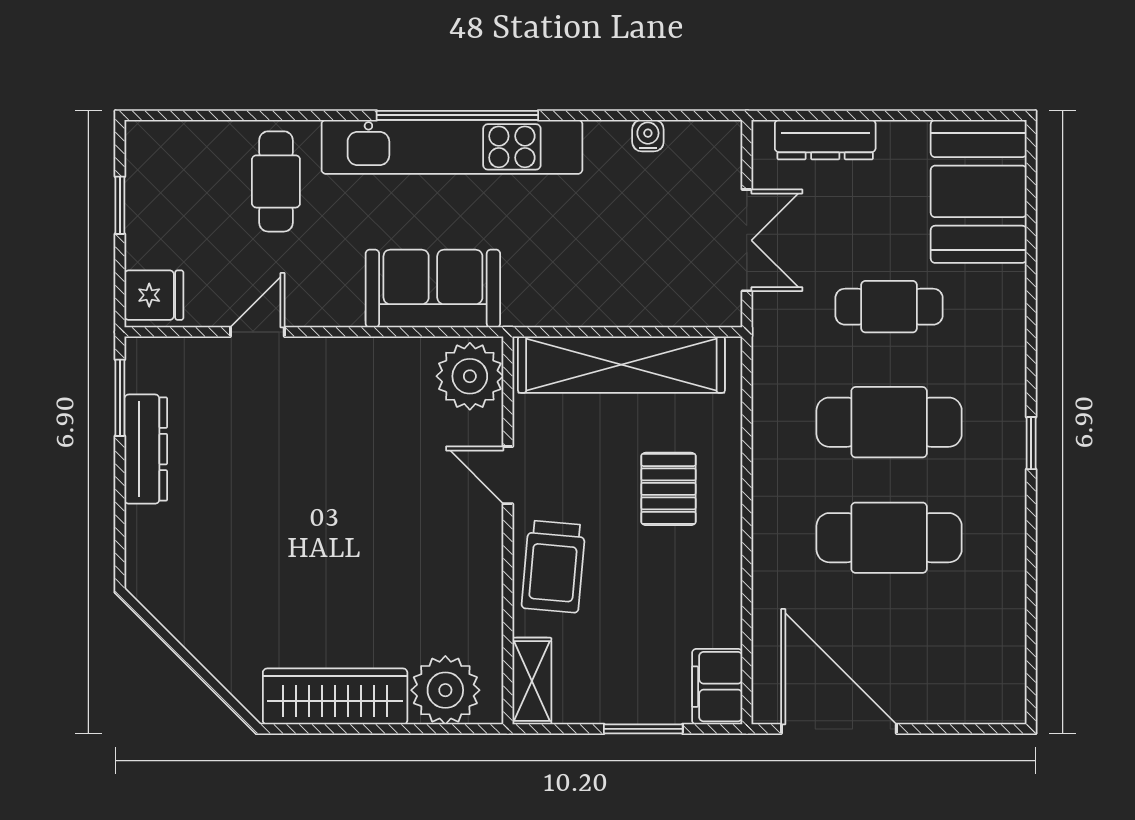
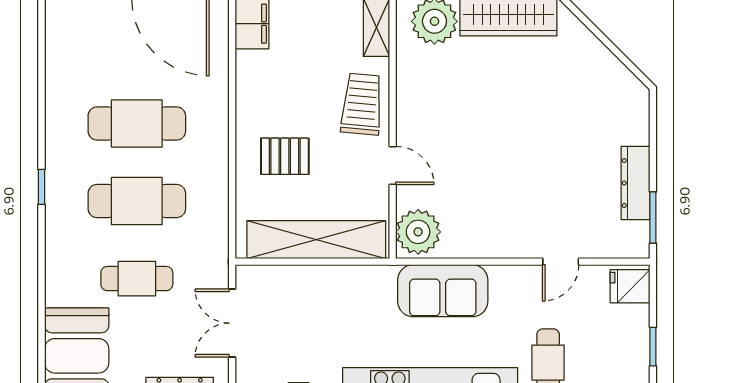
pallet: (668, 489) -> (285, 156), turned 90

